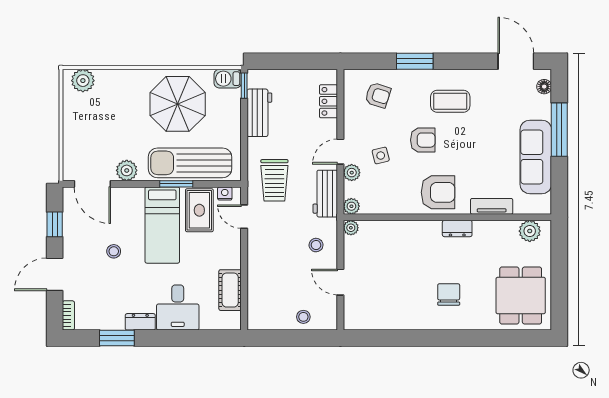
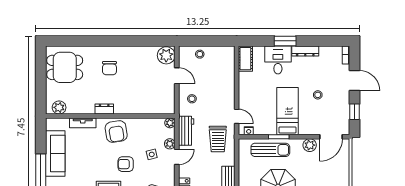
sun lounger: (190, 163) -> (270, 150), width x0.73, depth x0.75
trolley: (274, 180) -> (218, 139), turned 180
door: (92, 184) -> (331, 137), swing flipped
armchair: (438, 192) -> (116, 132), turned -99
rug: (199, 210) -> (265, 120), removed
plant: (351, 228) -> (166, 55), moved, width x1.88, depth x1.88
door: (55, 274) -> (354, 81), hinge flipped
cot: (230, 290) -> (245, 59), moved
dining table: (521, 296) -> (65, 67), turned 90
dresser: (140, 322) -> (305, 51), width x1.44
window: (117, 338) -> (285, 41), moved

